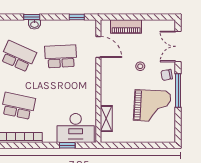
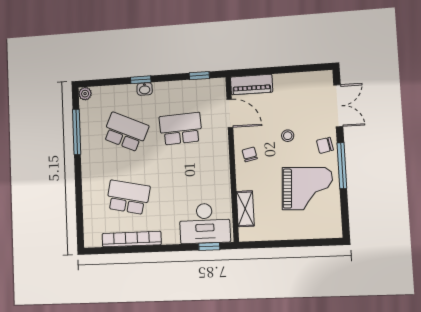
piano: (126, 26) -> (252, 85), moved
double door: (178, 46) -> (338, 106), swing flipped
chair: (112, 79) -> (250, 154), added
window: (67, 145) -> (209, 246), moved

